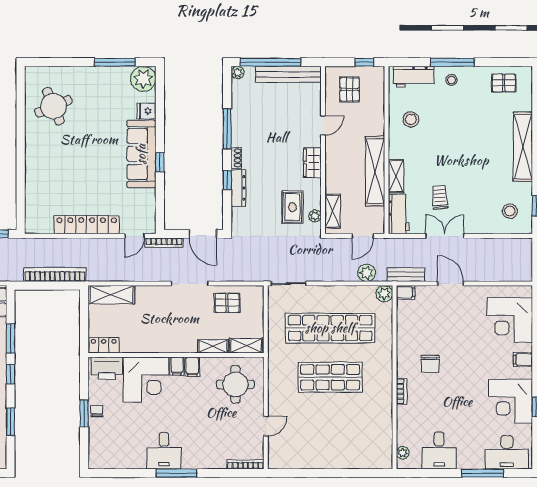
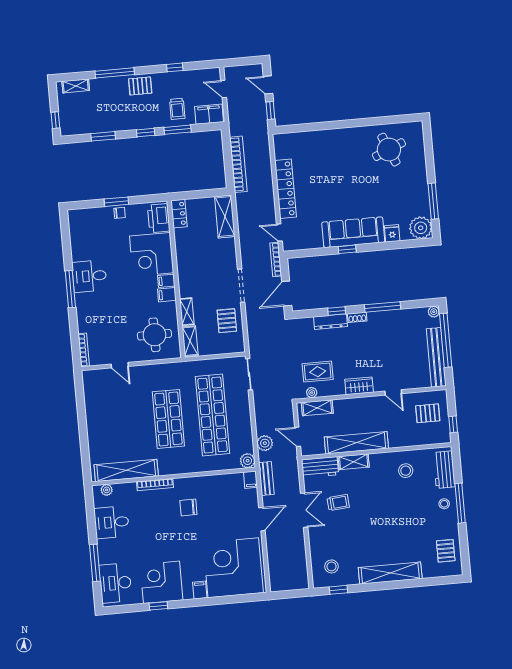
corner desk: (510, 320) -> (233, 568), width x1.36, depth x1.36
bookcase: (402, 391) -> (155, 485), width x1.56
shelving: (383, 429) -> (126, 470), added

